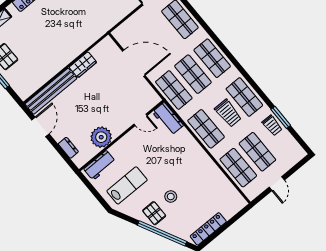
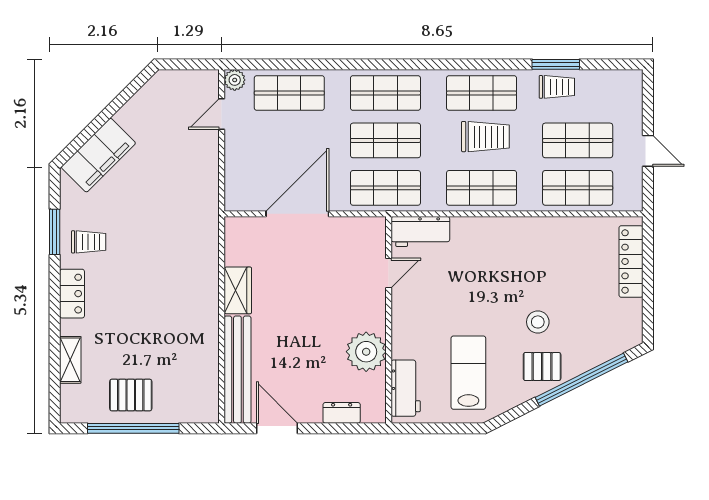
locker: (208, 229) -> (631, 261), moved

